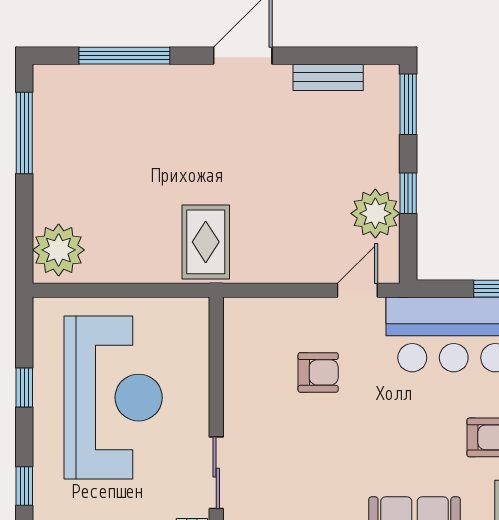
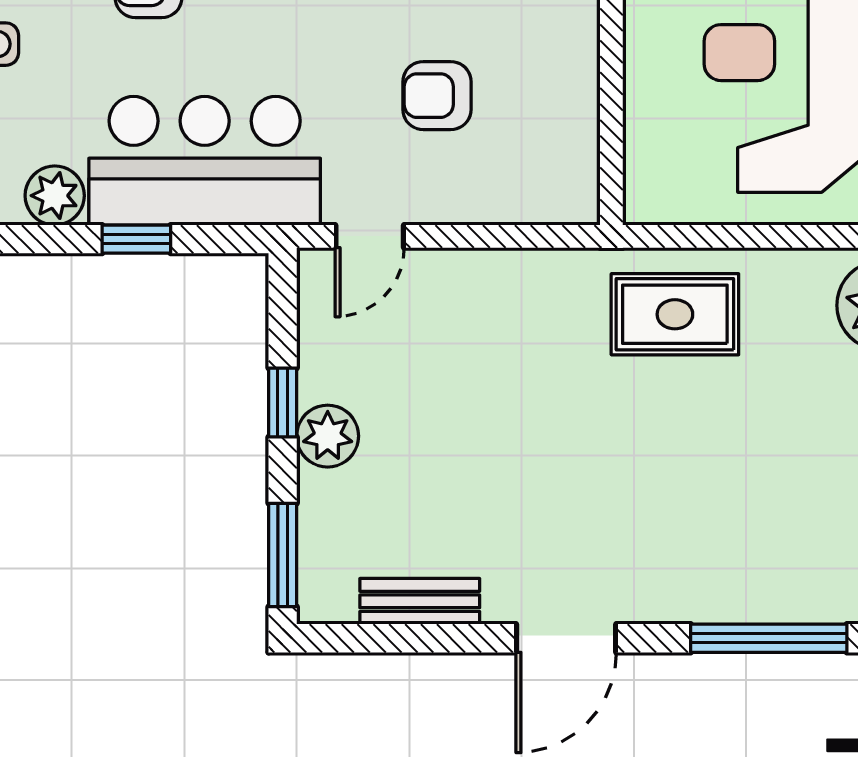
plant: (375, 213) -> (328, 436), moved, width x0.73, depth x0.73
rug: (206, 242) -> (675, 314), moved, turned 90

